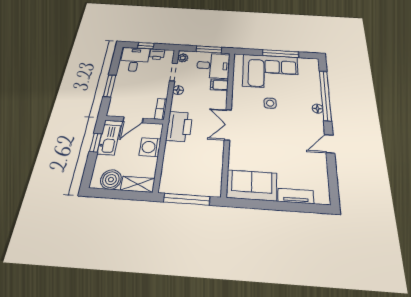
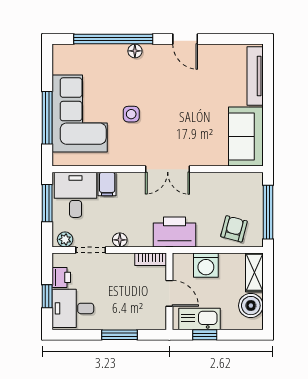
window: (281, 54) -> (47, 118), moved
armchair: (176, 170) -> (234, 229), added
tv unit: (296, 196) -> (255, 76), width x1.41

